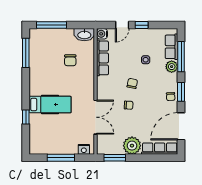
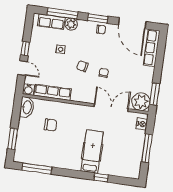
window: (52, 25) -> (13, 139), width x0.69
plant: (132, 146) -> (141, 102), moved

